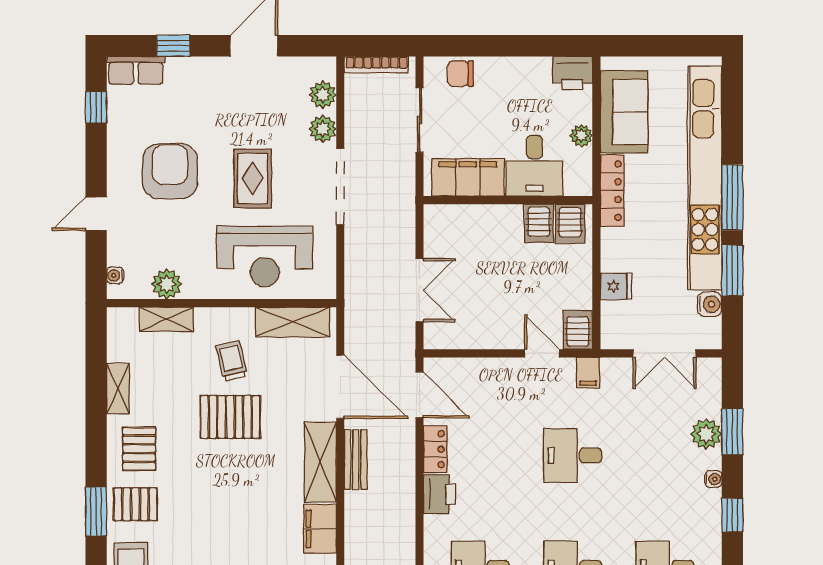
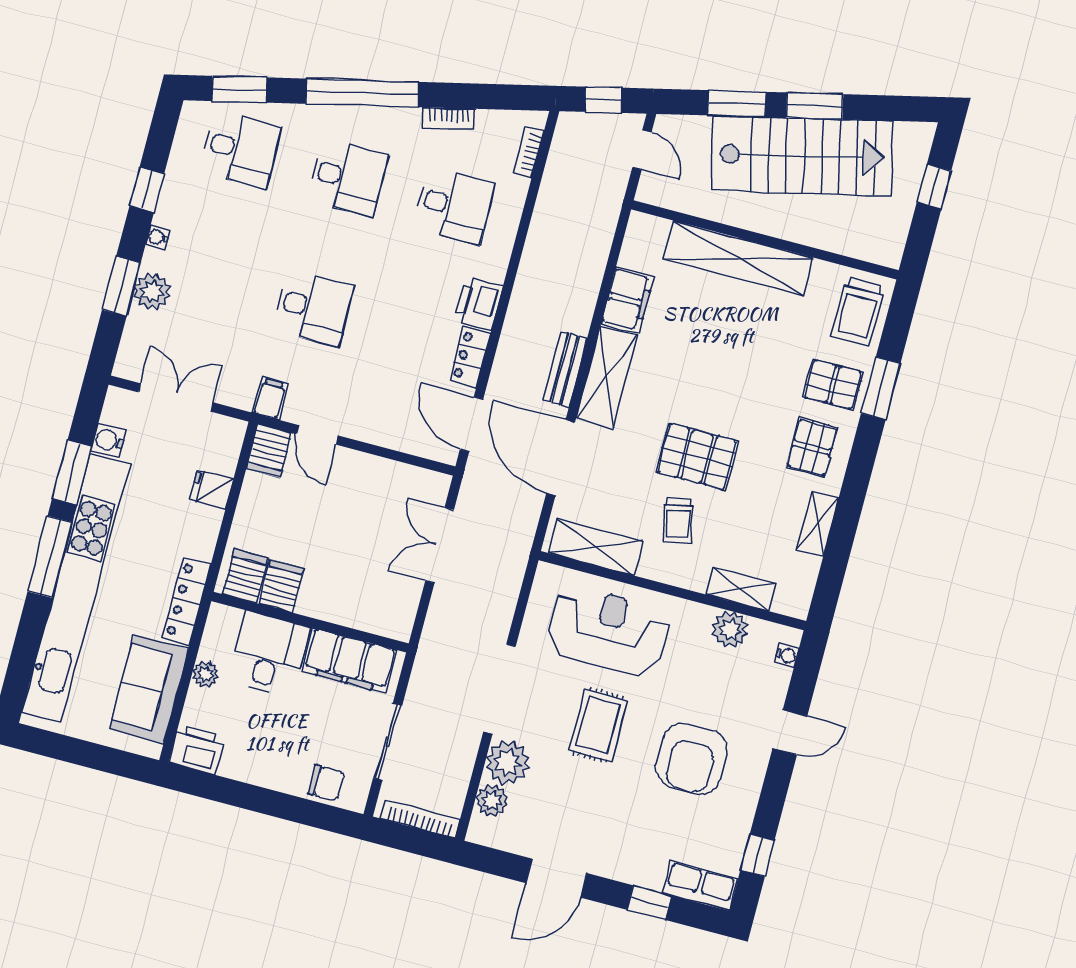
plant: (323, 129) -> (508, 763), width x1.36, depth x1.36

